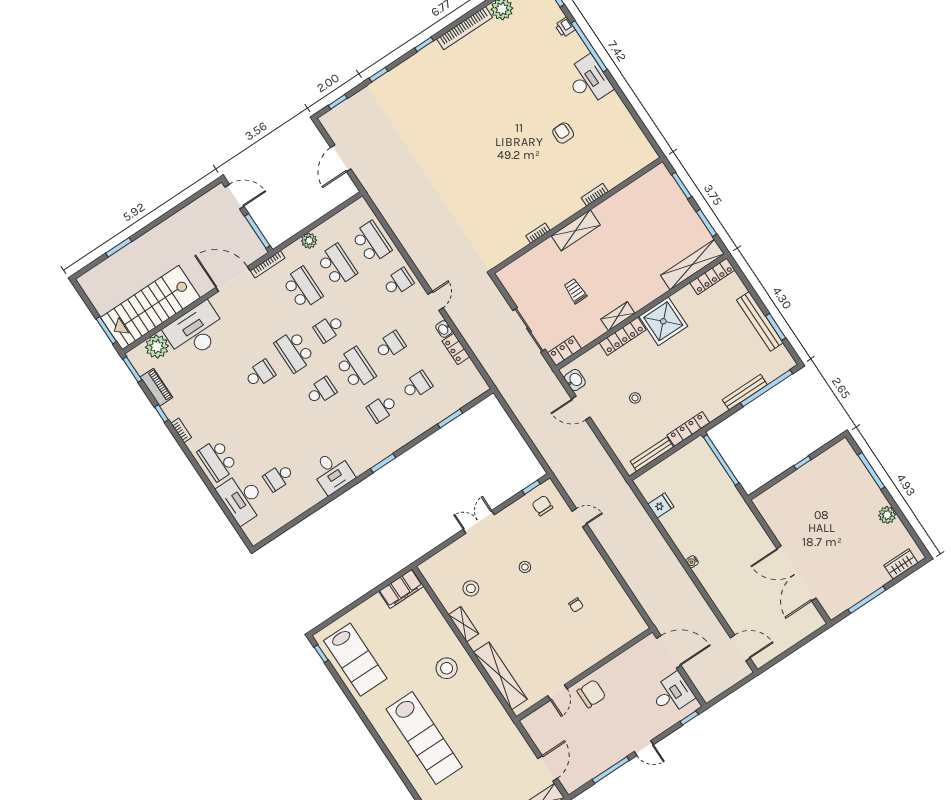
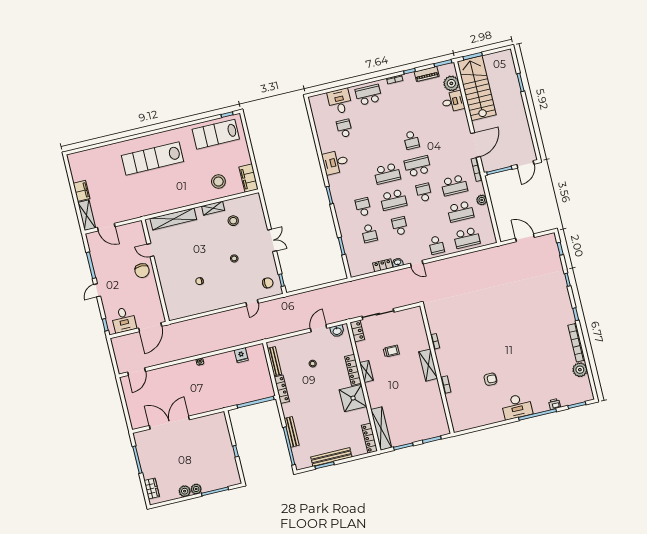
desk: (196, 331) -> (453, 102), width x0.53, depth x0.77
school desk: (390, 345) -> (400, 226), turned 180
school desk: (321, 391) -> (387, 174), width x1.85
desk: (242, 498) -> (340, 101), width x0.73
plant: (878, 500) -> (196, 489), added
stool: (447, 668) -> (218, 182), moved

